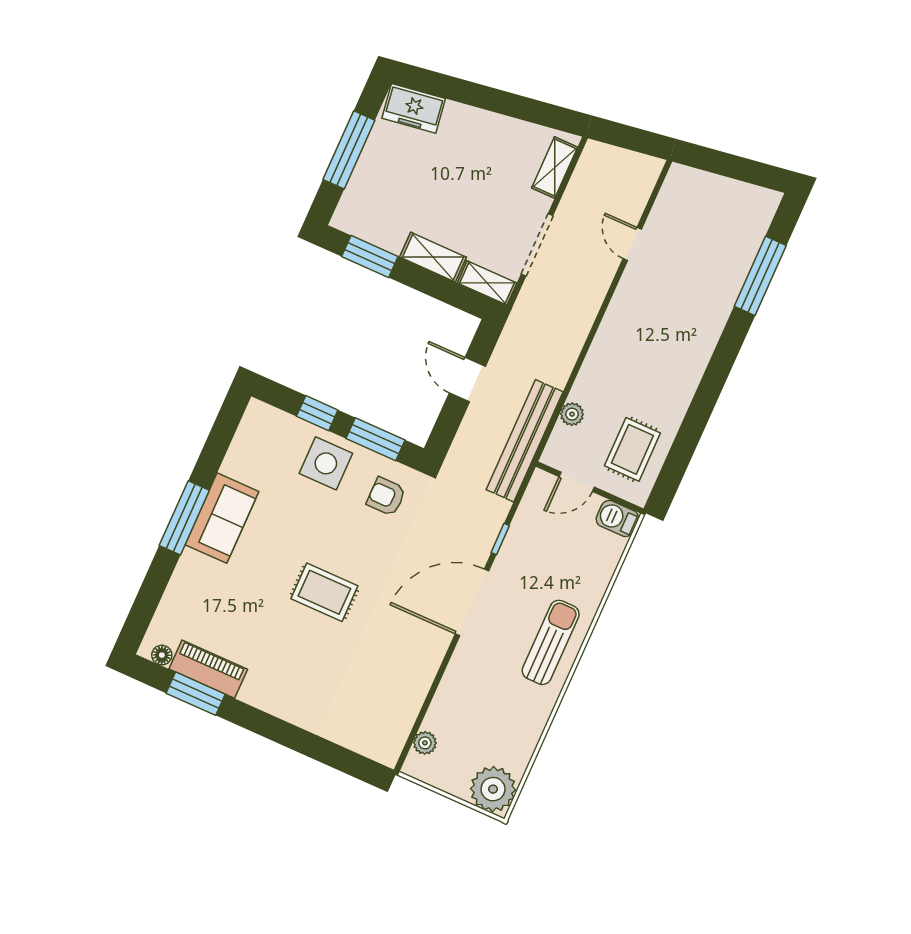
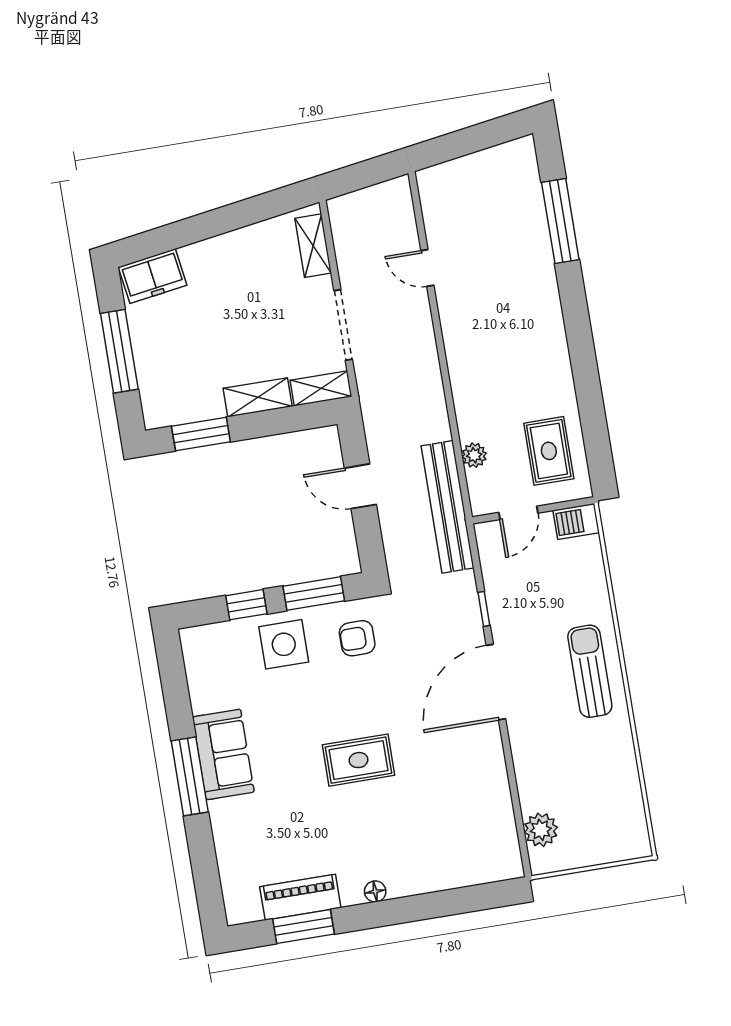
floor lamp: (162, 655) -> (375, 891), moved
plant: (425, 743) -> (541, 830), width x1.38, depth x1.38
plant: (493, 789) -> (625, 836), removed

